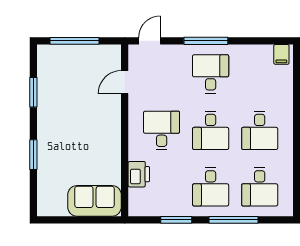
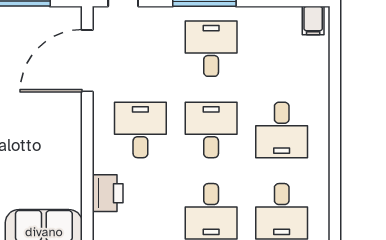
door: (125, 82) -> (87, 61), width x1.87
desk: (211, 130) -> (211, 130), turned 180

